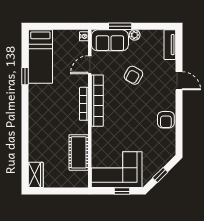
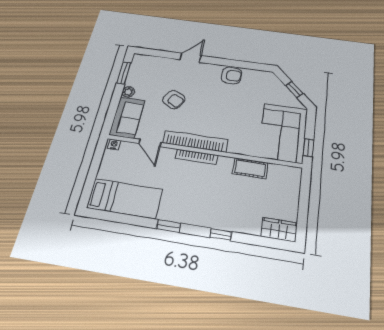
window: (120, 26) -> (124, 73), moved
tv unit: (170, 45) -> (149, 60), removed
window: (25, 76) -> (169, 226), moved
window: (25, 133) -> (221, 235), added
cot: (79, 152) -> (250, 168), width x0.73, depth x0.75
window: (122, 191) -> (308, 148), moved

